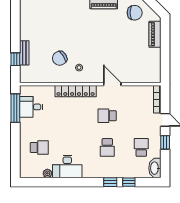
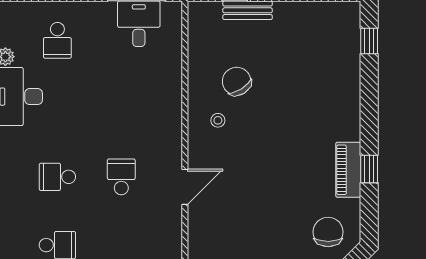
chair: (135, 13) -> (328, 232), turned 180
locker: (76, 91) -> (171, 113), removed

